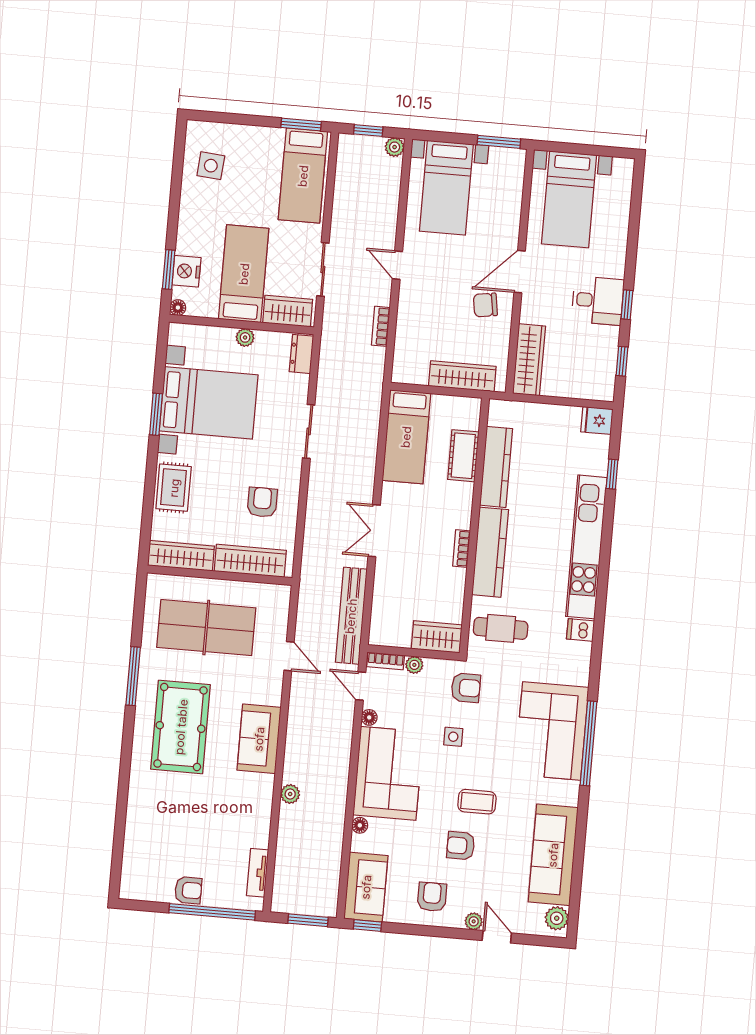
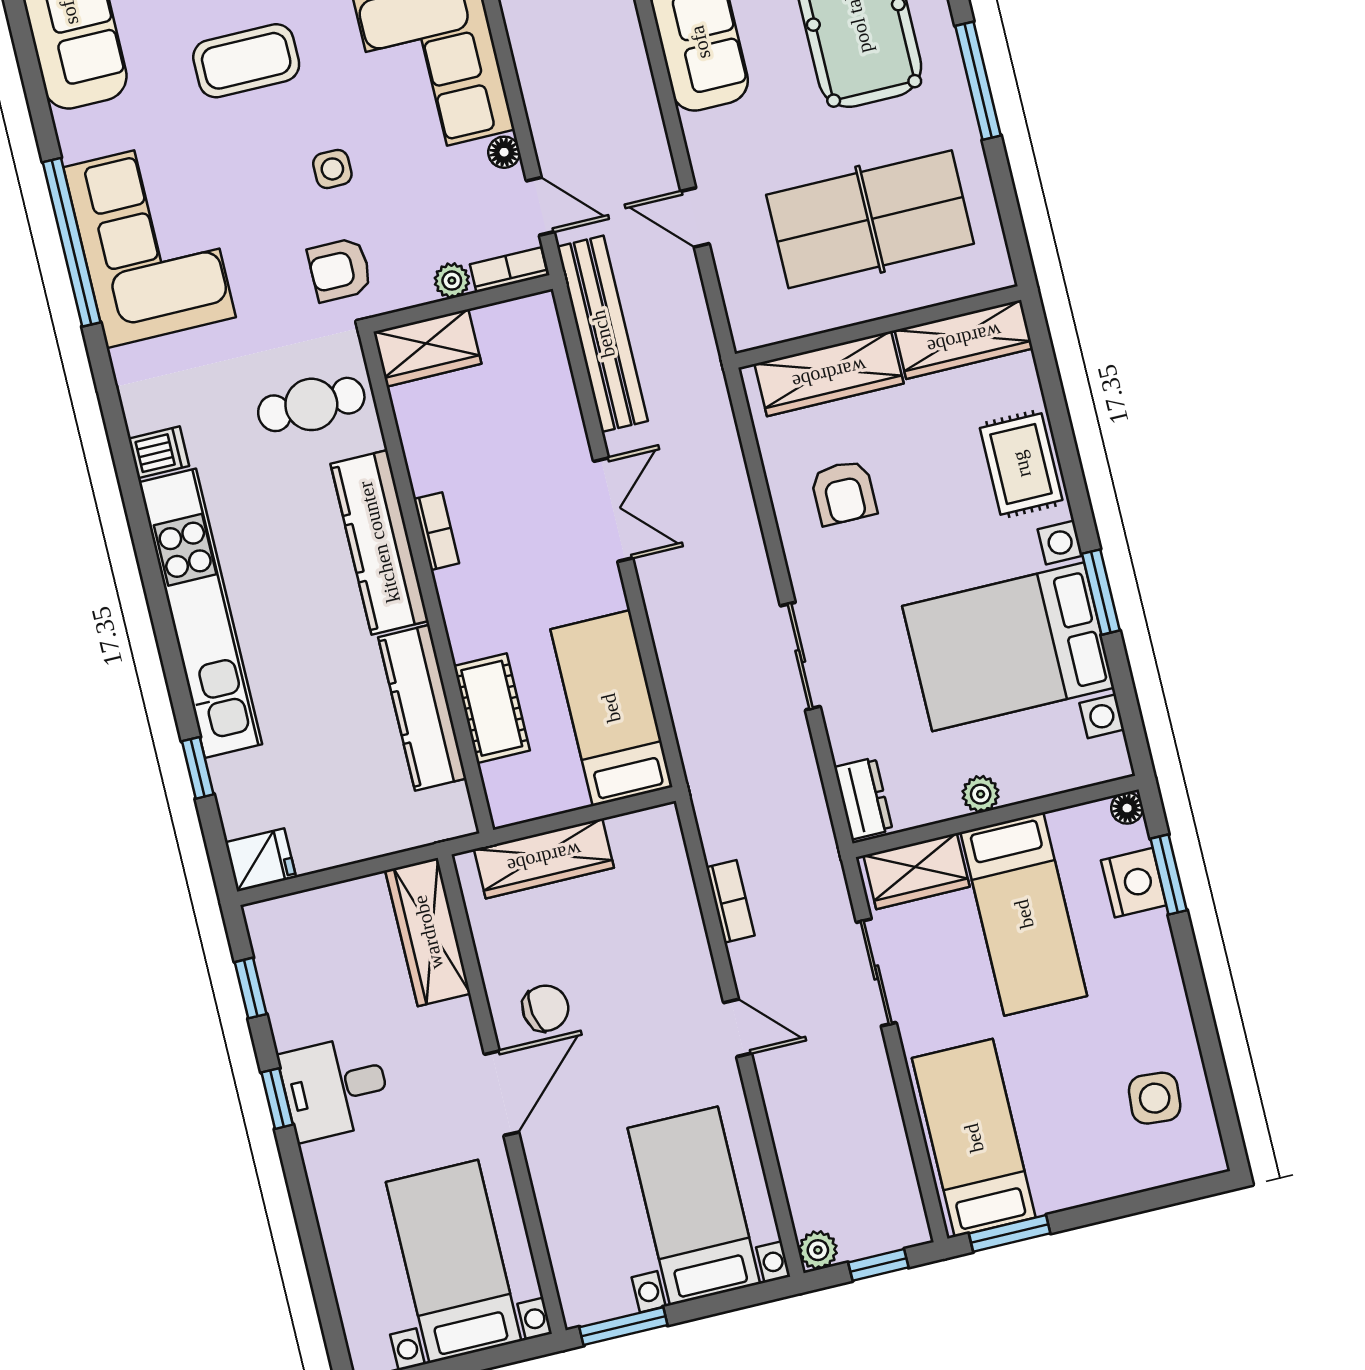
coffee table: (477, 802) -> (246, 61), width x1.36, depth x1.30

